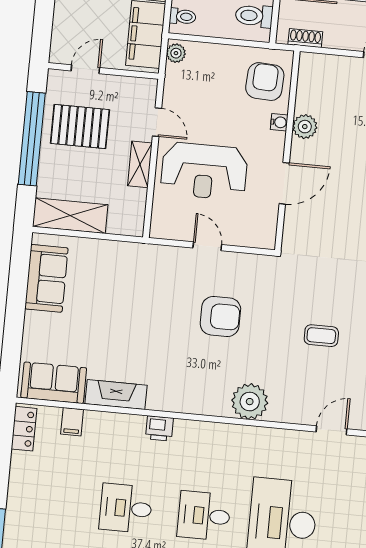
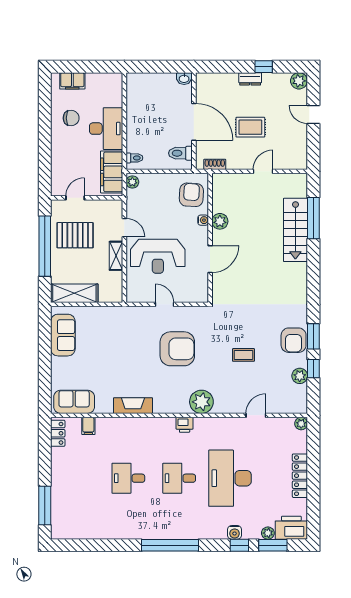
armchair: (220, 316) -> (177, 349), width x1.36, depth x1.36
fireplace: (116, 395) -> (133, 406), moved
printer: (159, 428) -> (185, 425), moved

